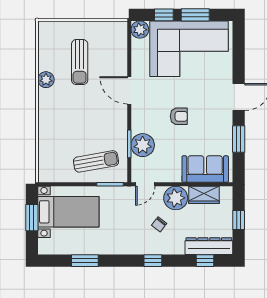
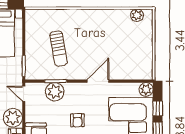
sun lounger: (80, 62) -> (120, 42), removed
plant: (46, 80) -> (137, 15), moved
sun lounger: (96, 161) -> (58, 49), moved

